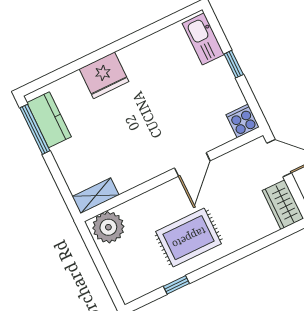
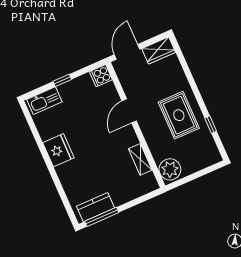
fridge: (104, 75) -> (58, 150), moved
door: (192, 164) -> (129, 111), swing flipped
shelving: (96, 196) -> (140, 159), moved

